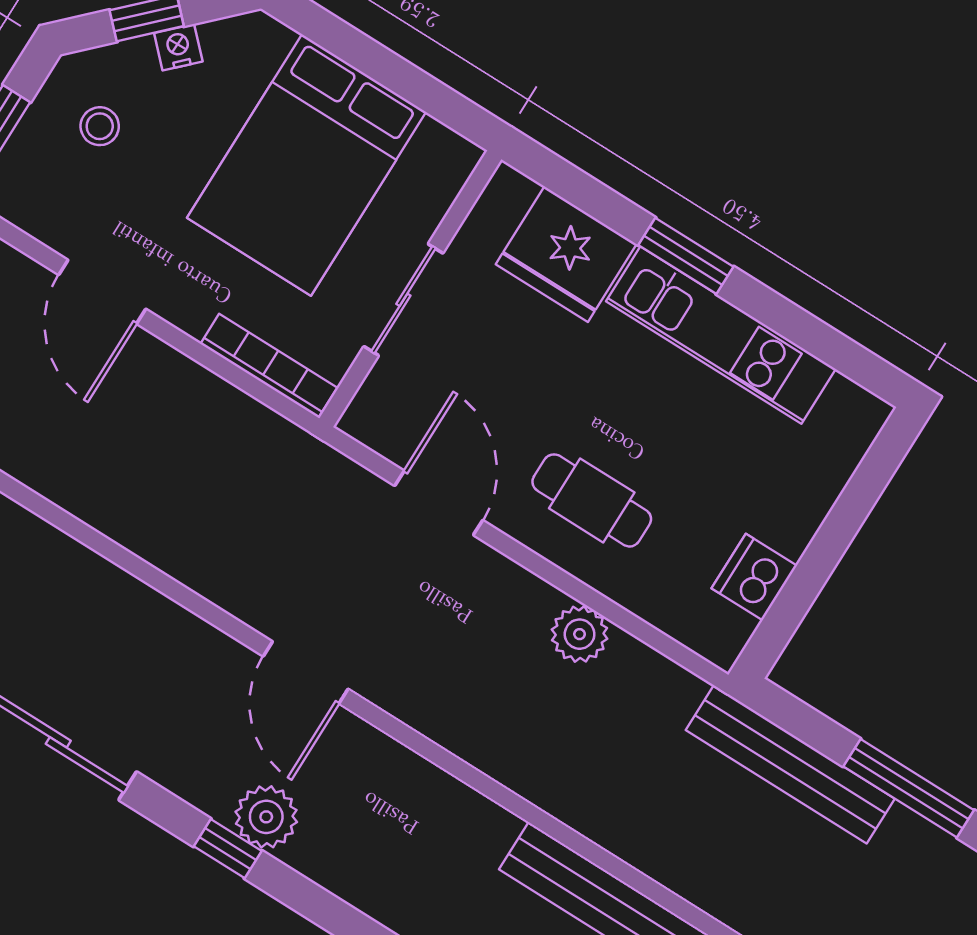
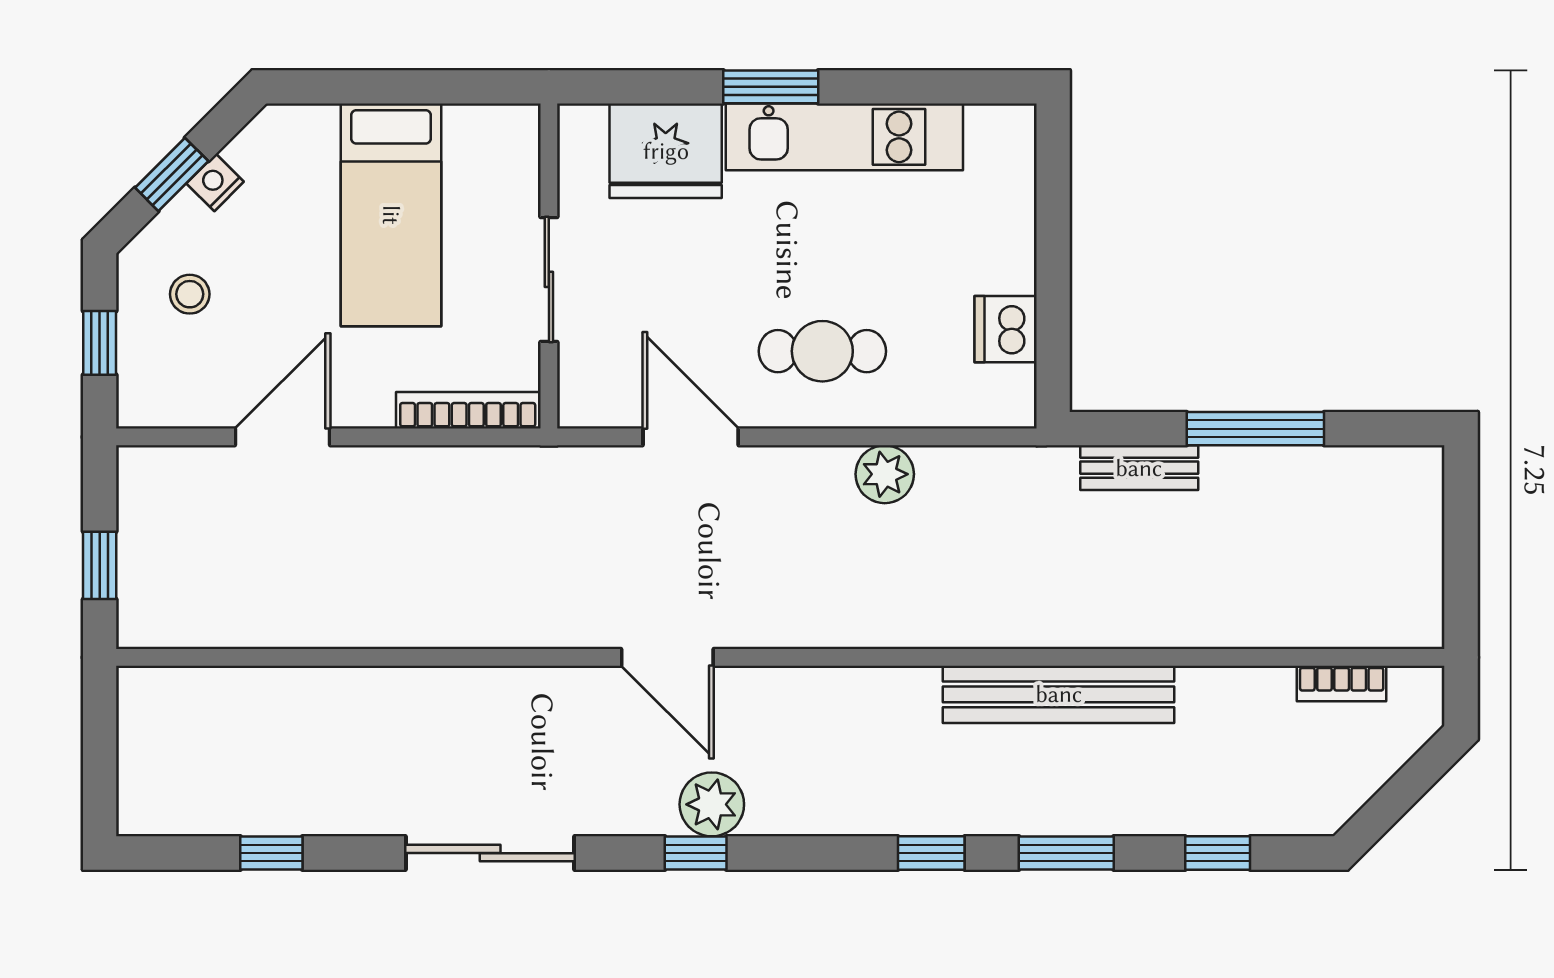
bed: (307, 165) -> (391, 215), width x0.67
door: (102, 292) -> (282, 437), swing flipped
bench: (790, 764) -> (1139, 468), width x0.54, depth x0.82

